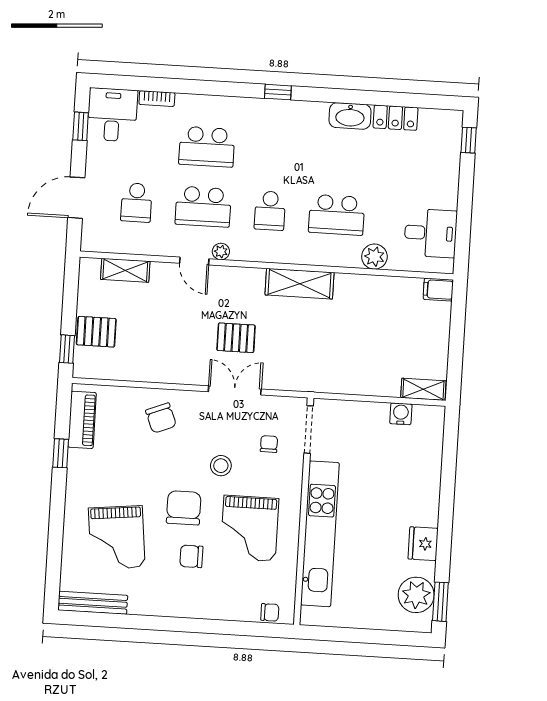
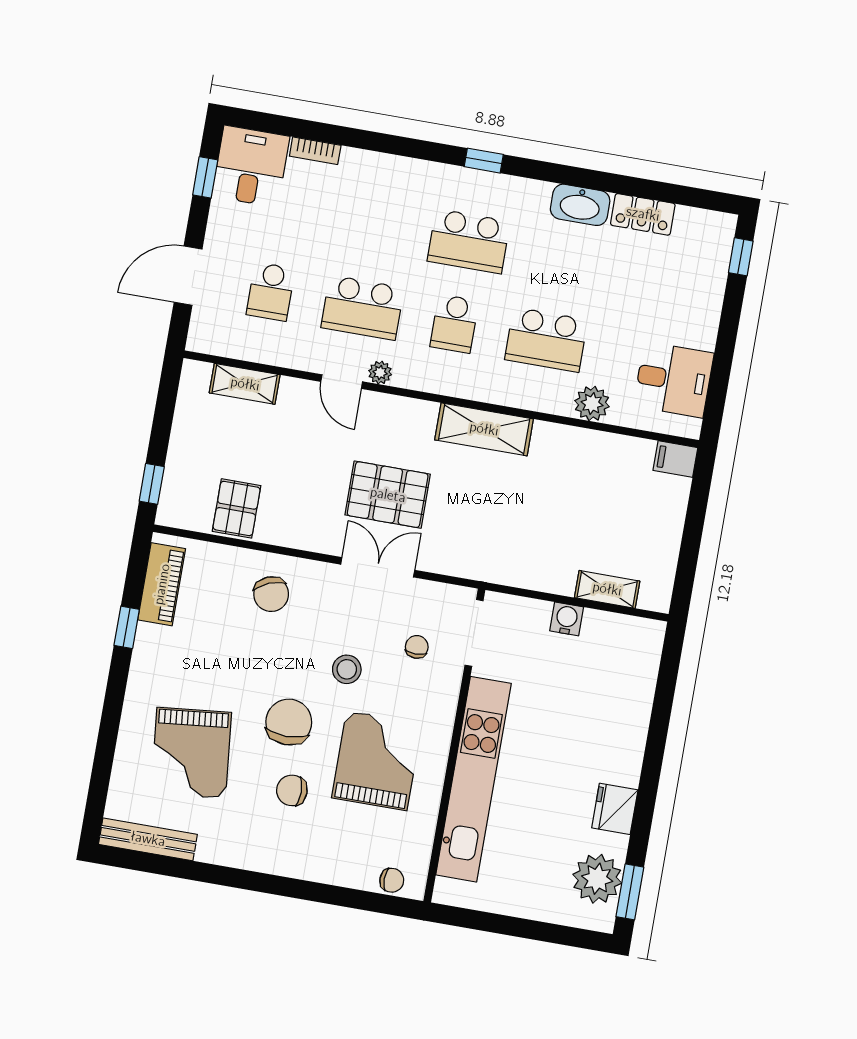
school desk: (207, 147) -> (469, 241), moved
pallet: (96, 332) -> (237, 508), moved, turned 90
pallet: (236, 338) -> (388, 495), width x1.50, depth x1.42
shelving: (423, 389) -> (607, 589), moved
water cooler: (401, 414) -> (567, 619), moved
grand piano: (250, 528) -> (377, 761), turned 180

